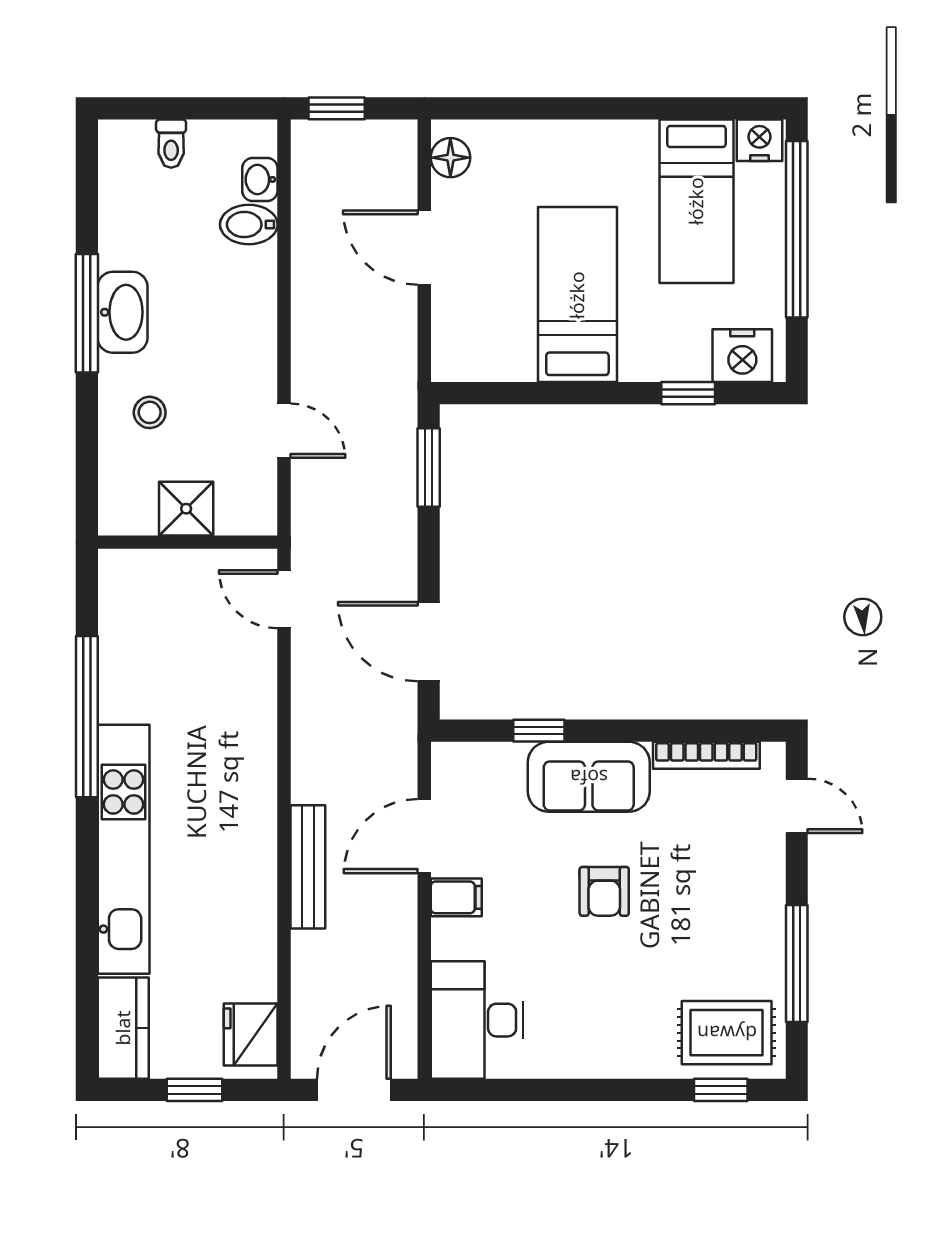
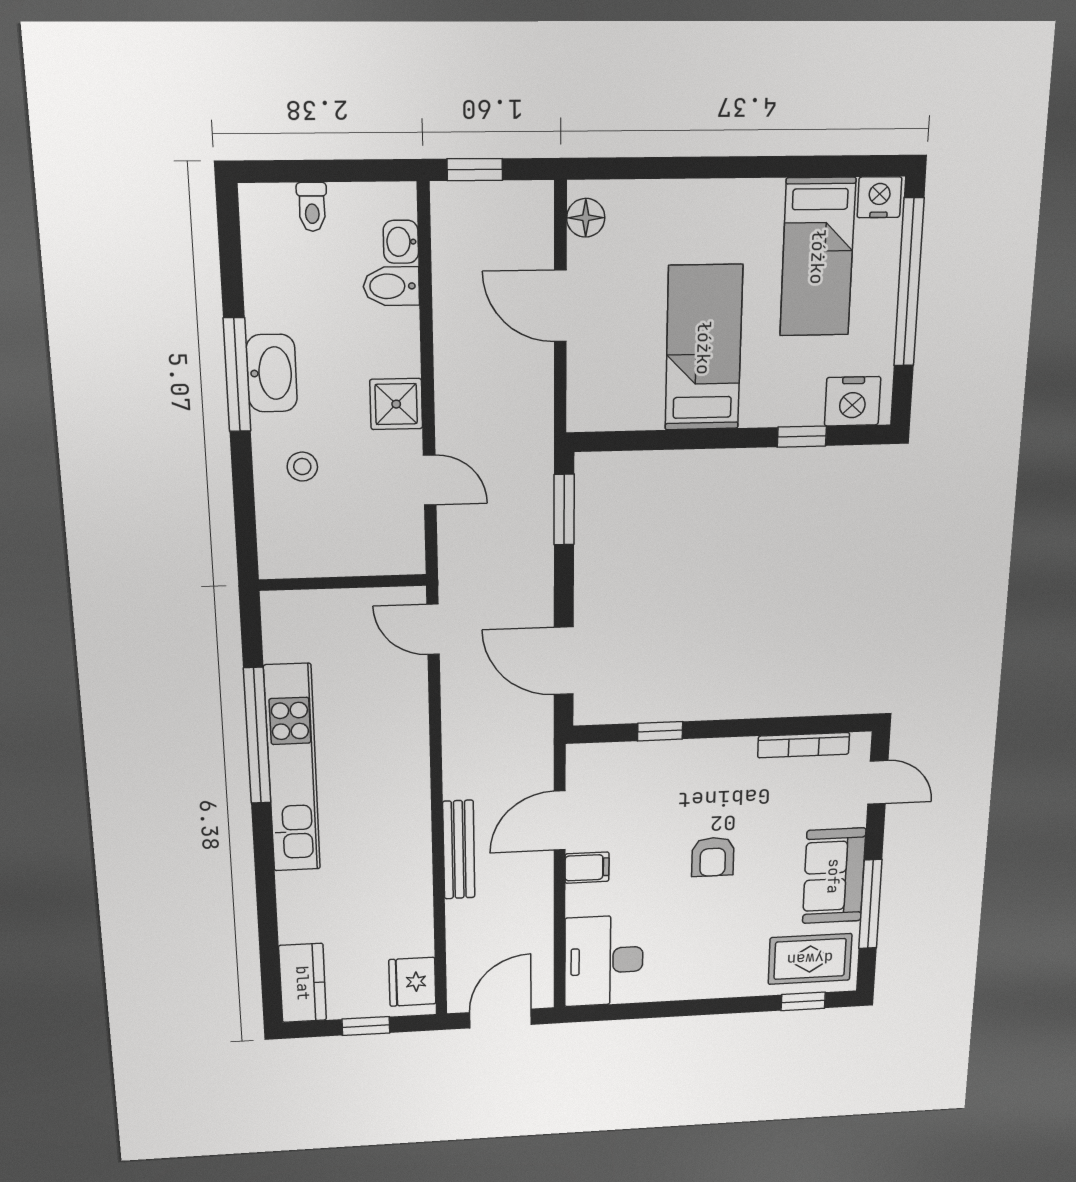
shower: (186, 509) -> (396, 404), moved
sofa: (589, 777) -> (834, 876), moved, turned 90
kitchen unit: (124, 849) -> (292, 769), moved

